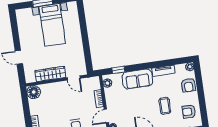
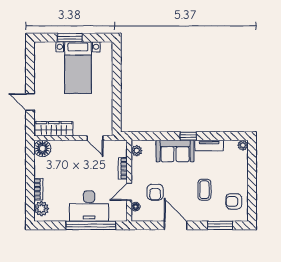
window: (118, 70) -> (188, 136), moved
wardrobe: (50, 74) -> (54, 129), moved
armchair: (188, 85) -> (155, 192), moved

